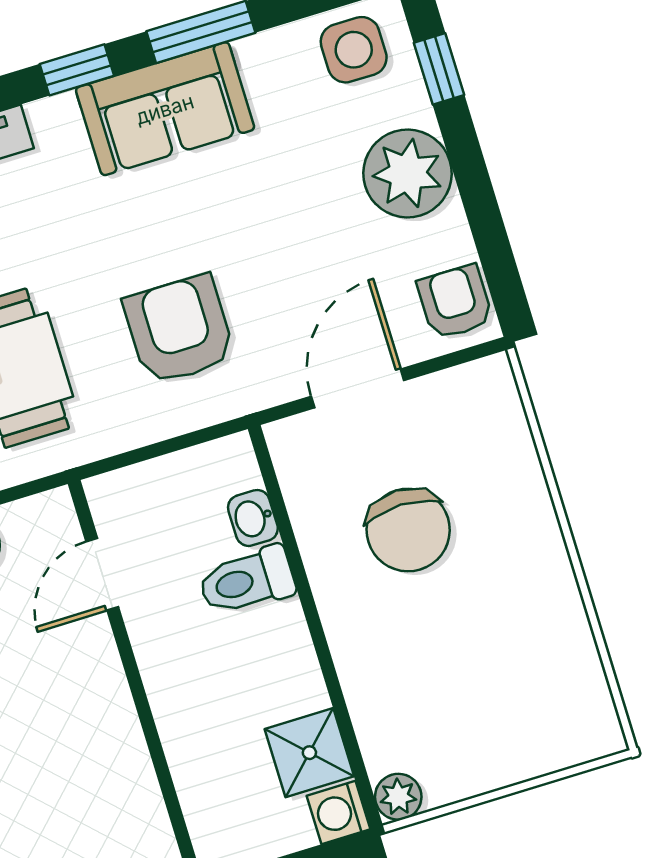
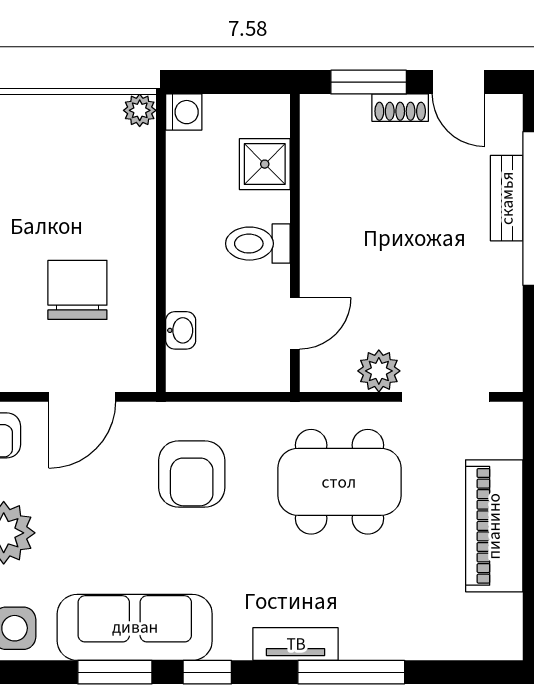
sofa: (165, 109) -> (135, 627), width x1.36
toilet: (247, 581) -> (258, 244), moved, turned 180
shower: (309, 753) -> (265, 164), moved

